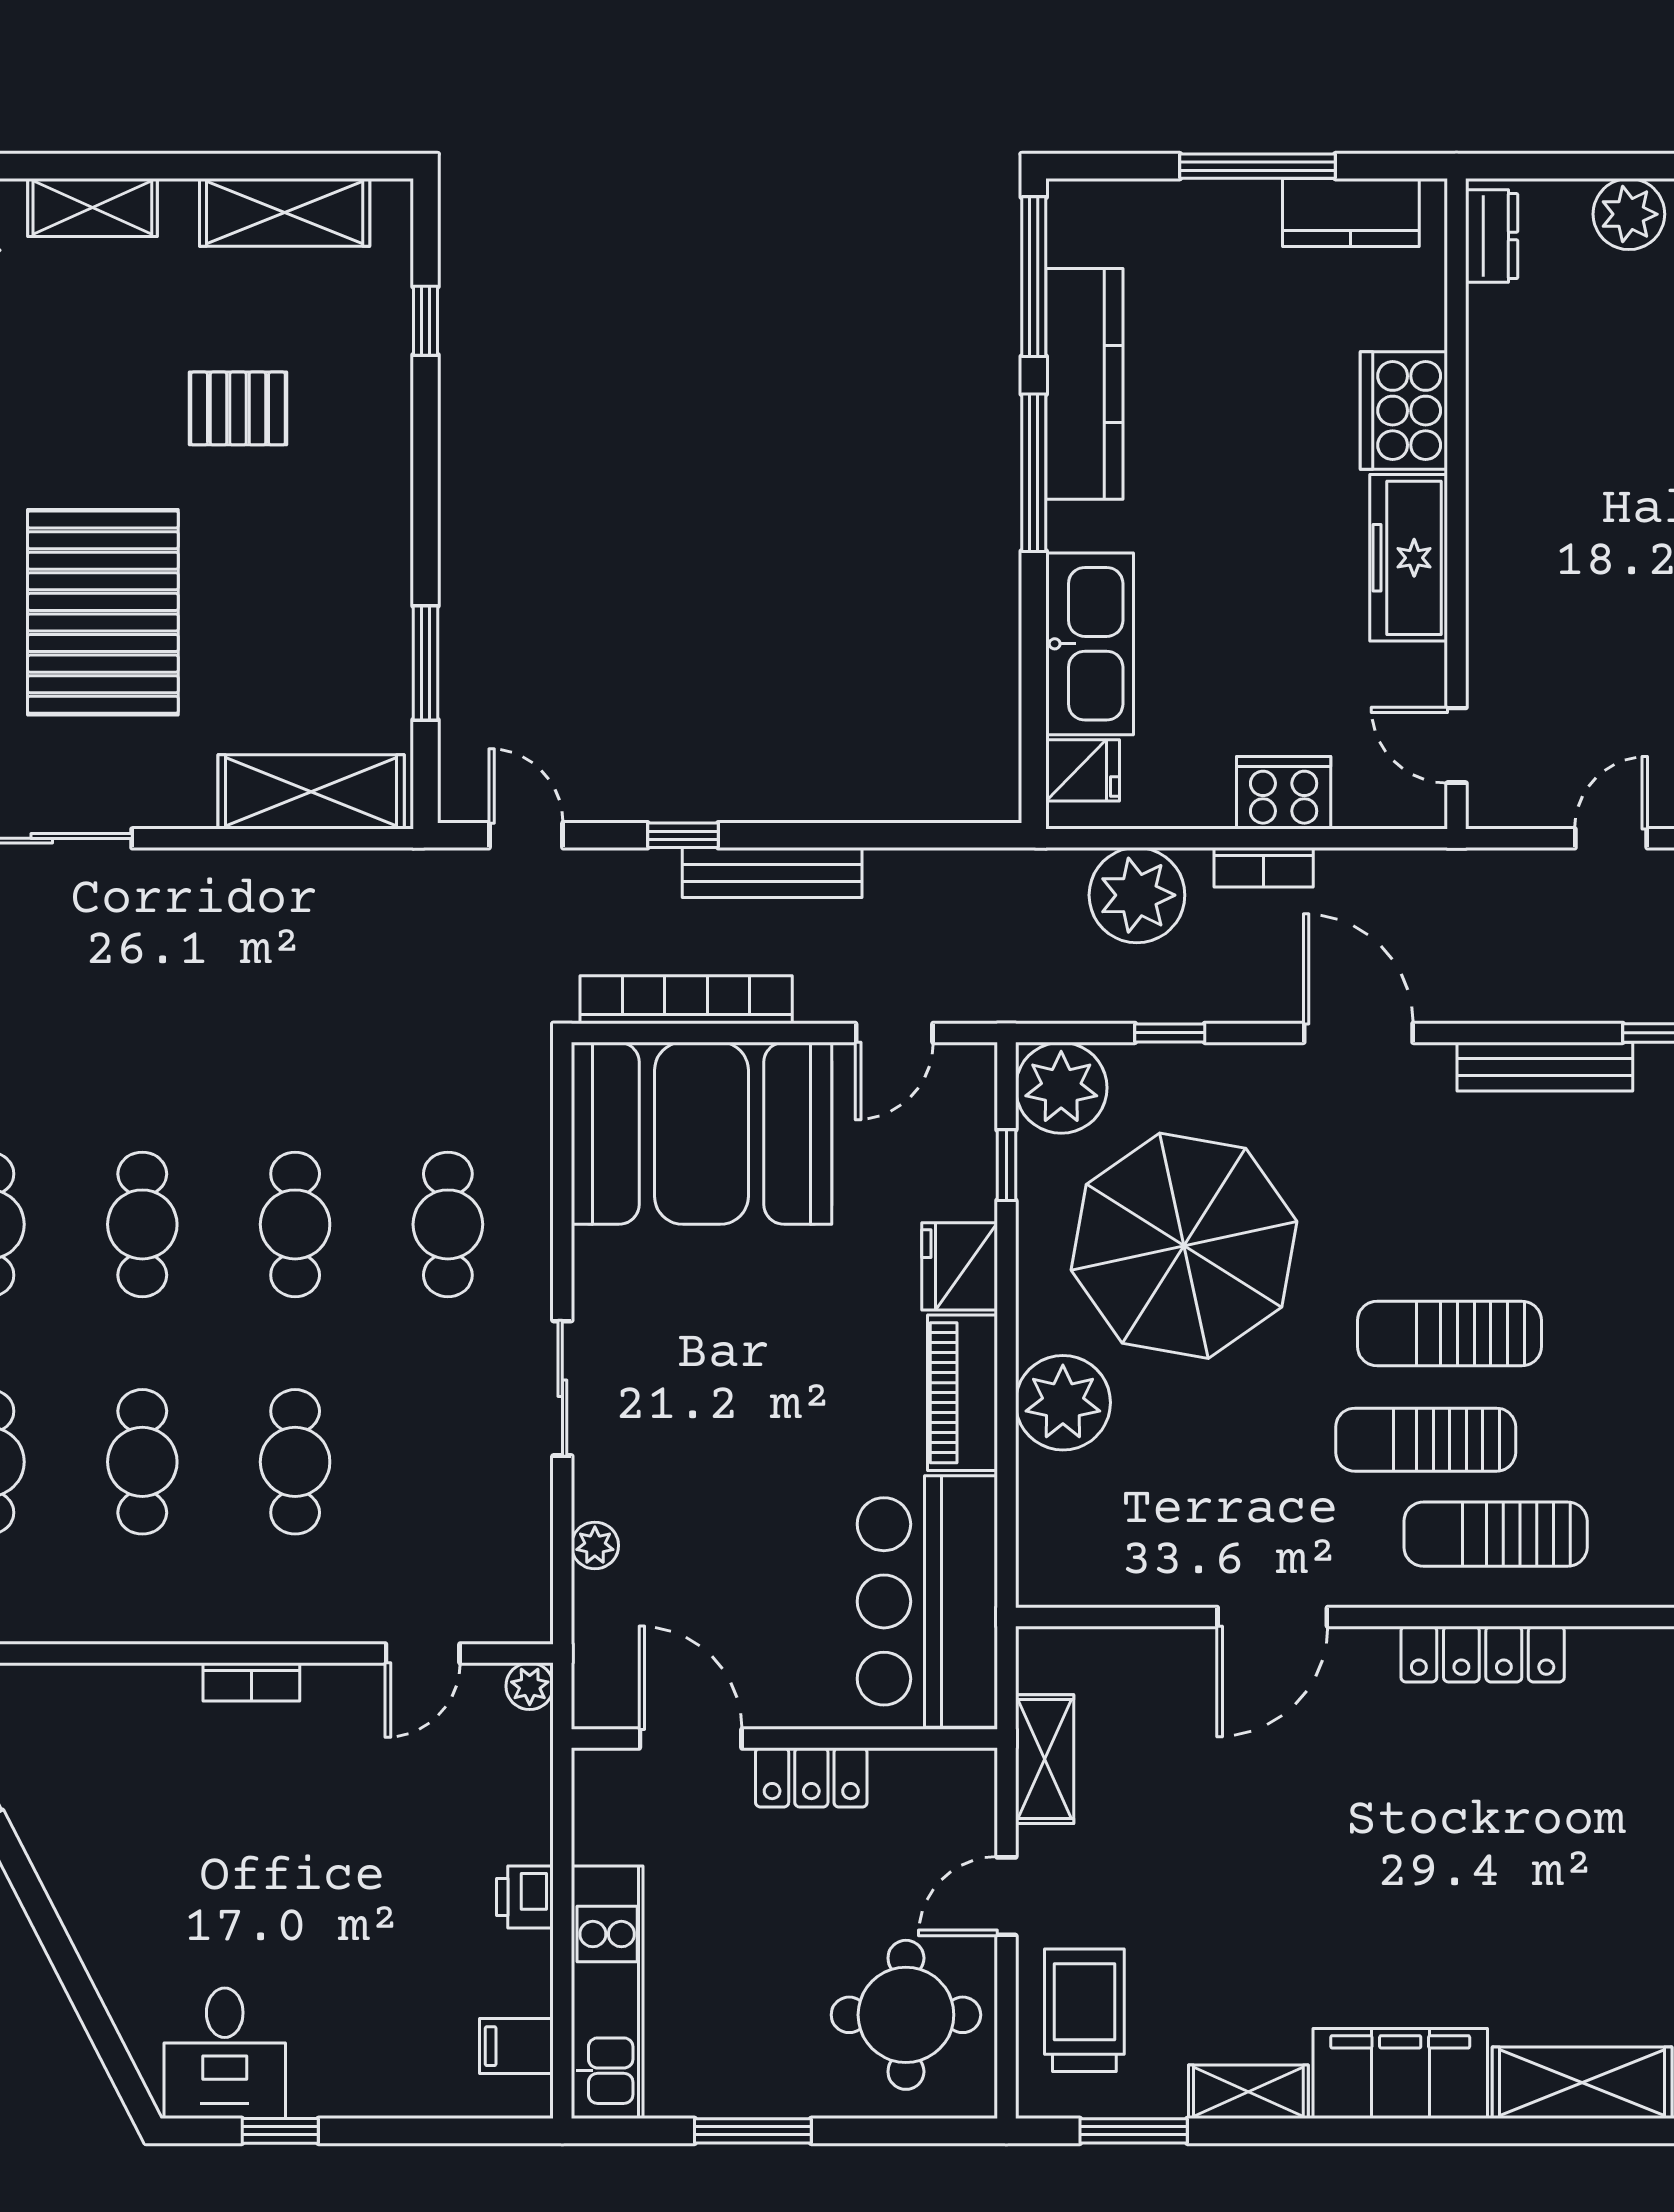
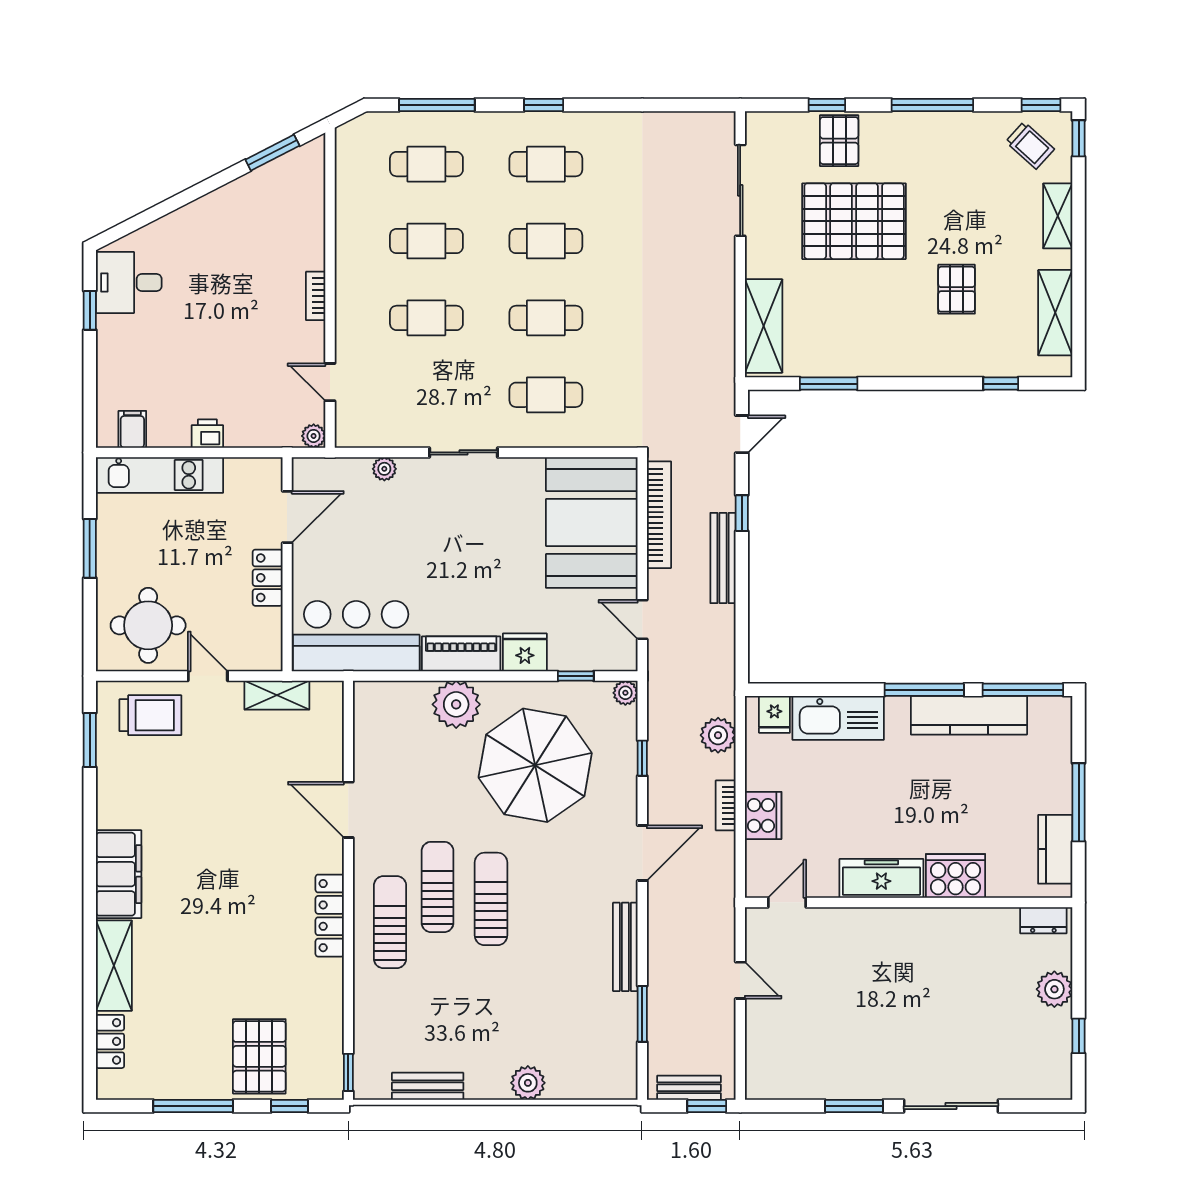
plant: (1137, 895) -> (718, 735), width x0.73, depth x0.73
plant: (1061, 1088) -> (625, 693), width x0.53, depth x0.53
shelving: (1248, 2092) -> (109, 798), removed

